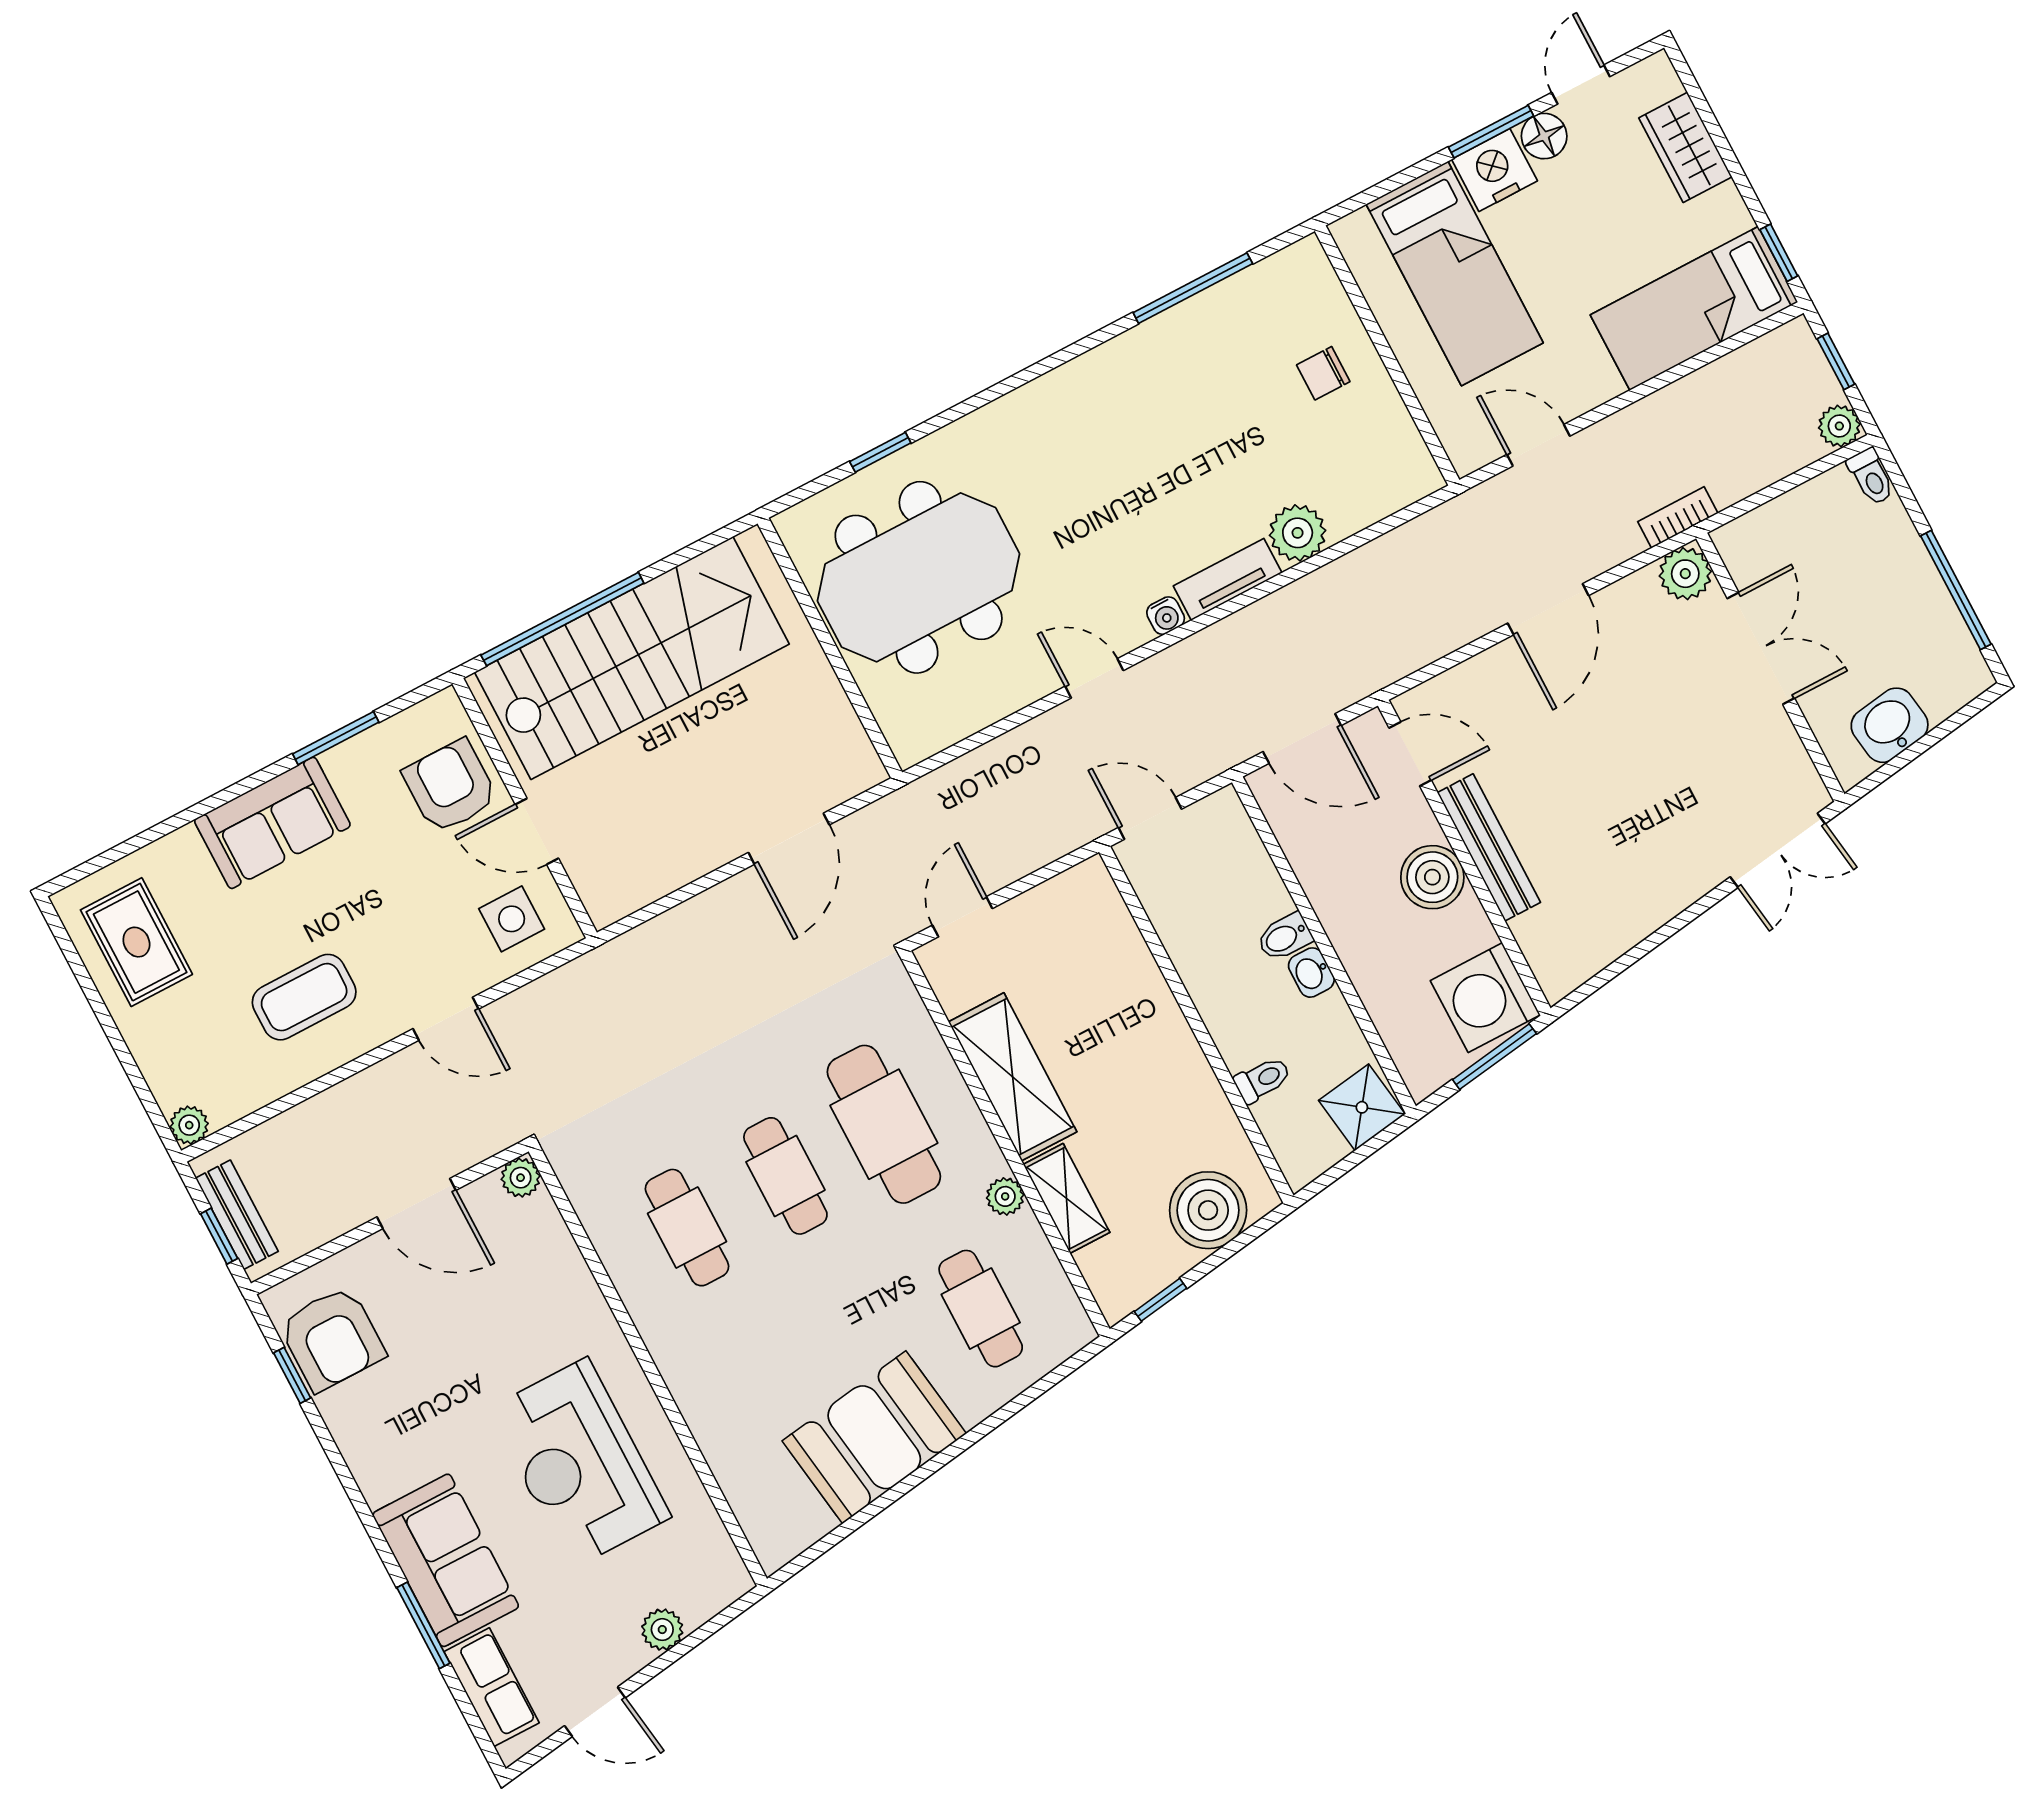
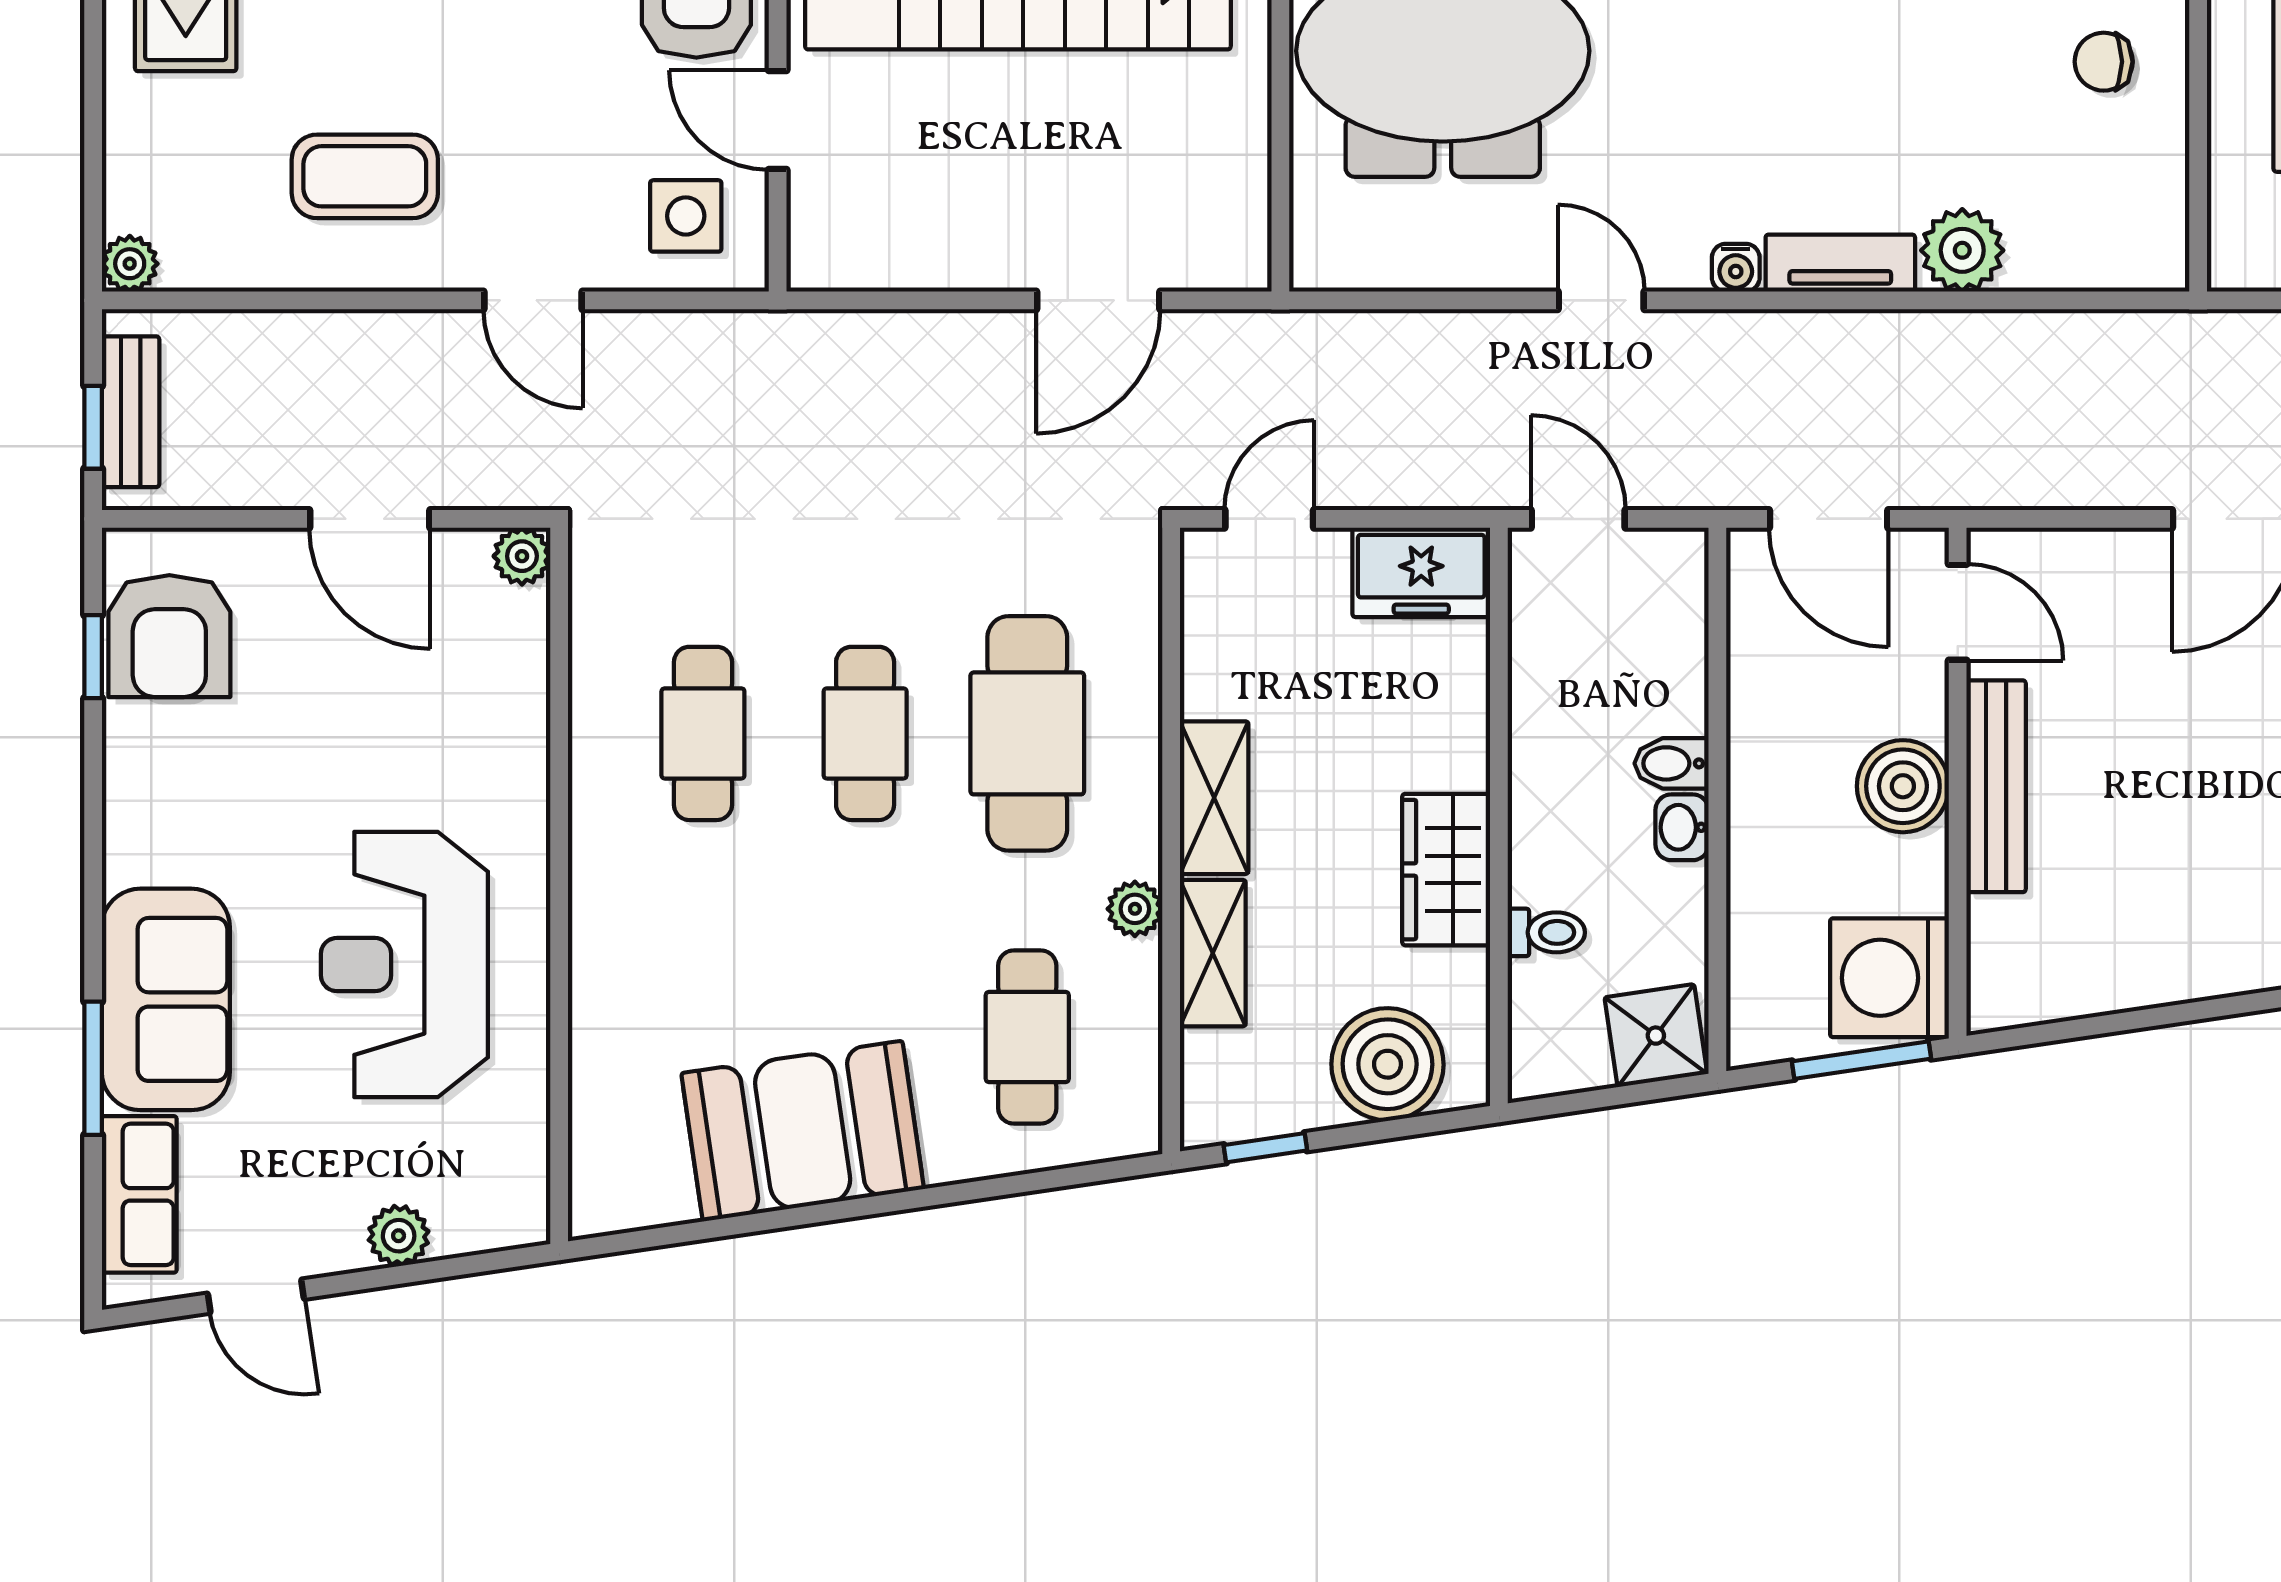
freezer: (1072, 901) -> (1421, 572), added
wardrobe: (1182, 1073) -> (1446, 870), added
shelving: (1013, 1077) -> (1214, 798), width x0.67, depth x0.75

